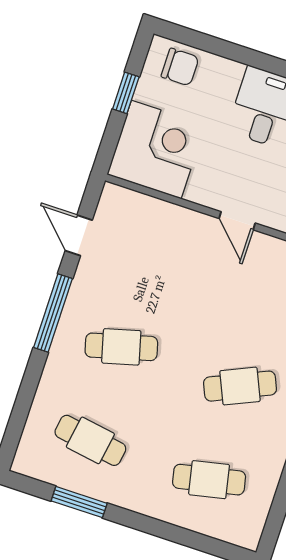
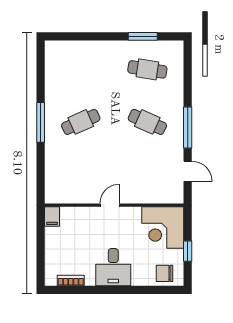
door: (237, 221) -> (110, 205), hinge flipped
cafe table: (121, 347) -> (147, 122), turned 39
cafe table: (209, 480) -> (81, 69), removed

